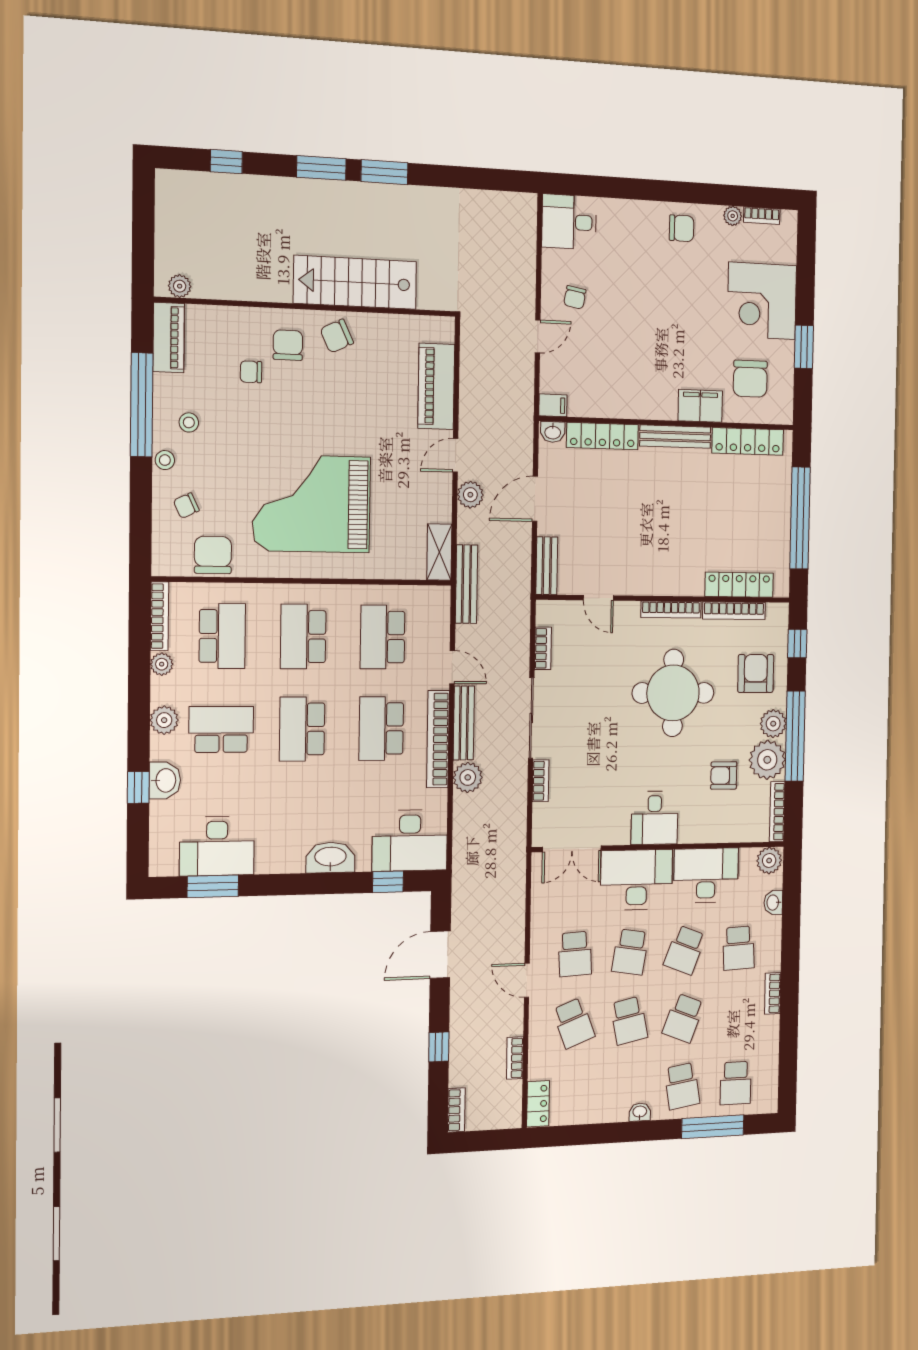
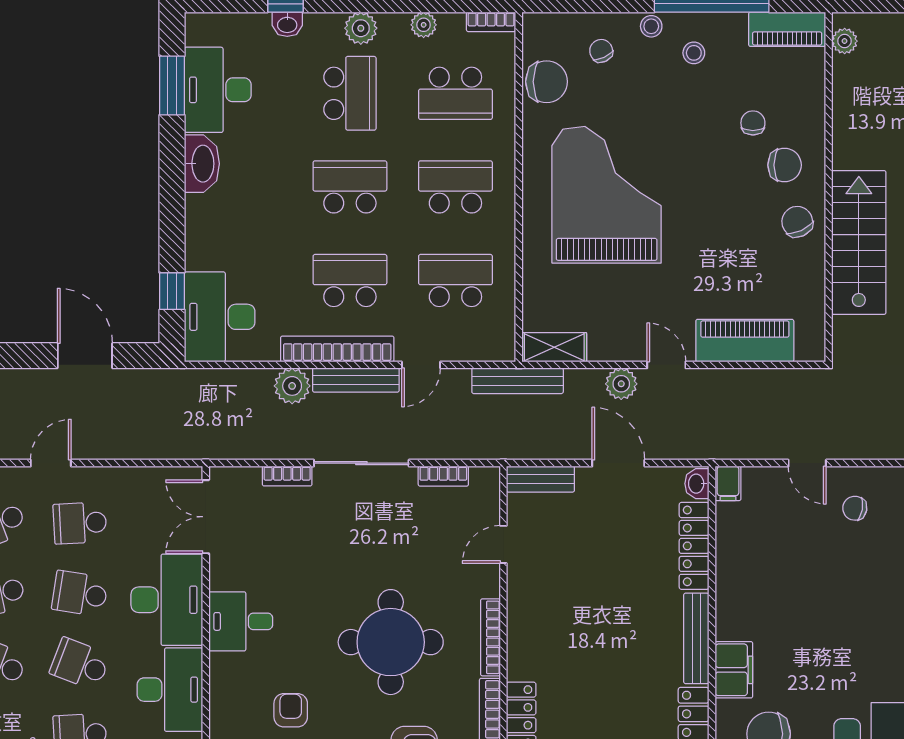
bookcase: (159, 616) -> (491, 22), width x0.64
washbasin: (165, 780) -> (287, 24), width x0.72, depth x0.69
washbasin: (330, 857) -> (202, 164), moved

